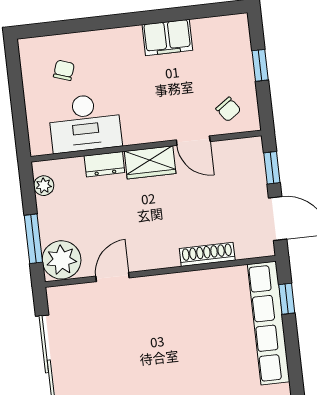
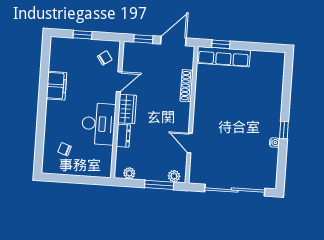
desk: (85, 123) -> (99, 124), moved
plant: (62, 260) -> (174, 176), width x0.53, depth x0.53
row of seats: (269, 323) -> (223, 57), width x0.73

